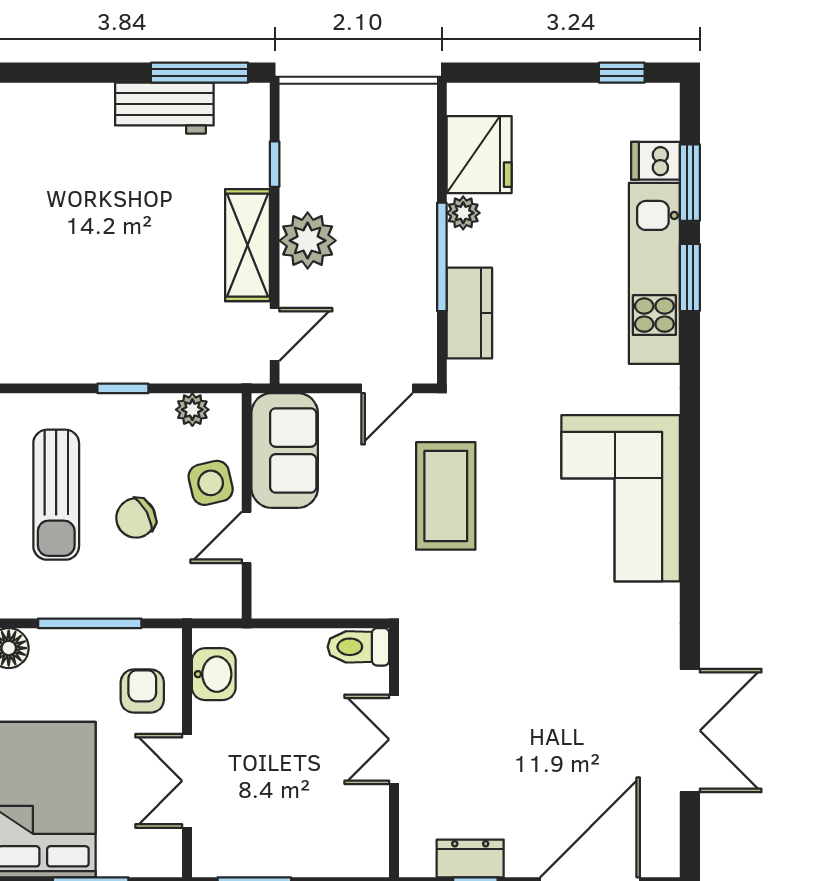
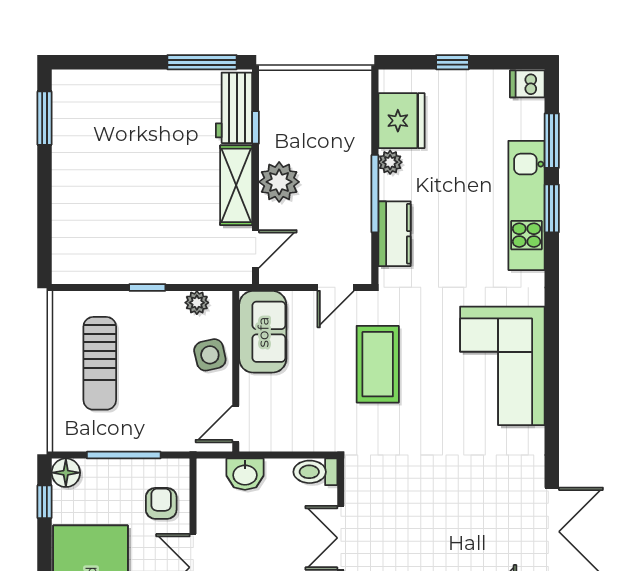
window: (622, 73) -> (453, 62), moved
workbench: (164, 108) -> (234, 108), moved, turned 90
dishwasher: (656, 161) -> (527, 84), moved
chair: (136, 518) -> (157, 380), removed
door: (247, 537) -> (236, 424), moved
washbasin: (214, 674) -> (245, 474), moved, turned 90

